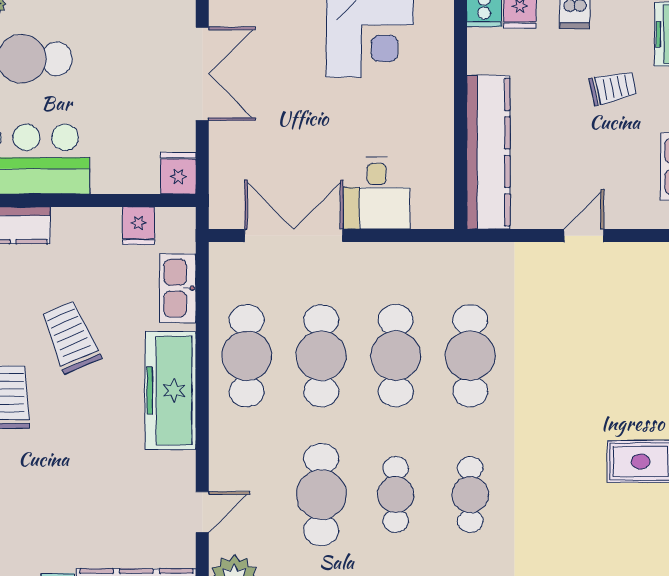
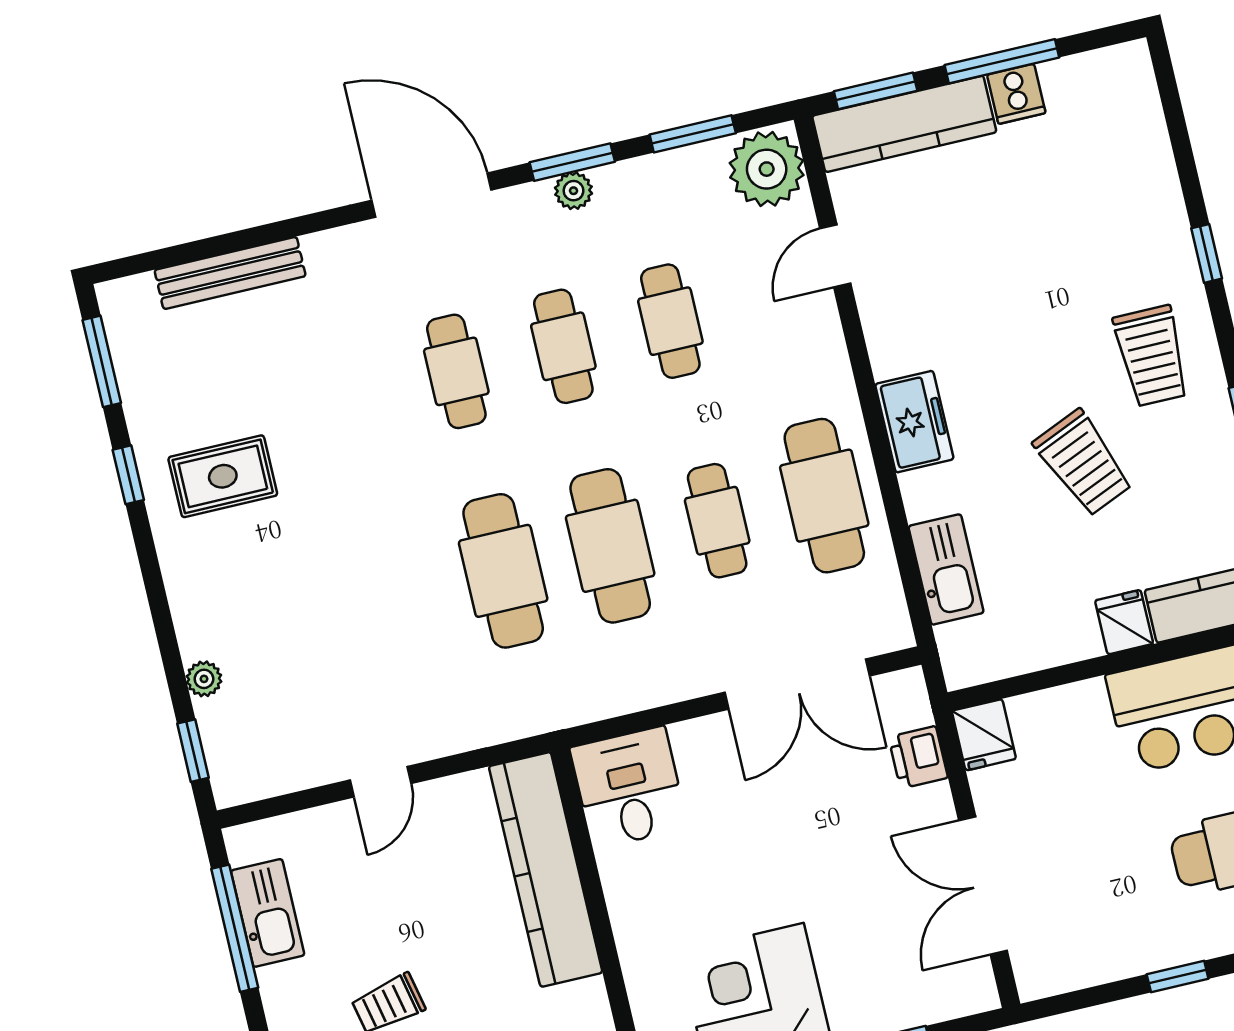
printer: (225, 168) -> (918, 757), added
desk: (377, 193) -> (629, 788), moved
fridge: (139, 226) -> (1124, 622), moved
cafe table: (321, 356) -> (717, 521), width x0.73, depth x0.74
freezer: (171, 391) -> (914, 422), width x0.52, depth x0.79
cafe table: (321, 495) -> (670, 321), width x0.73, depth x0.74

